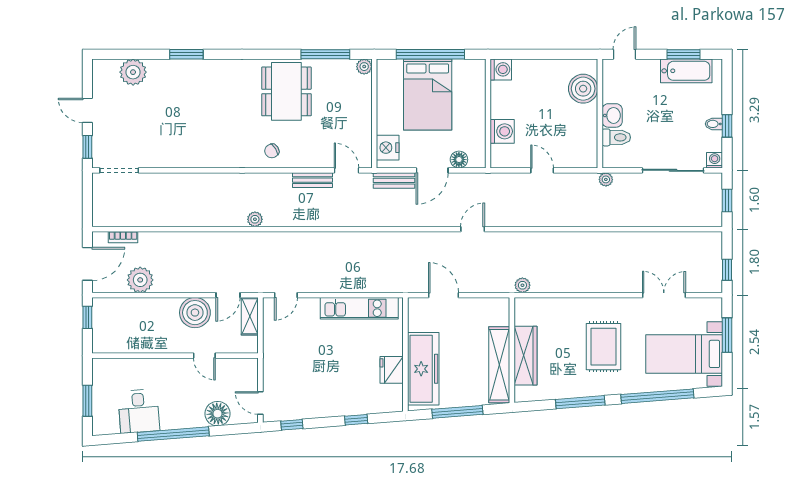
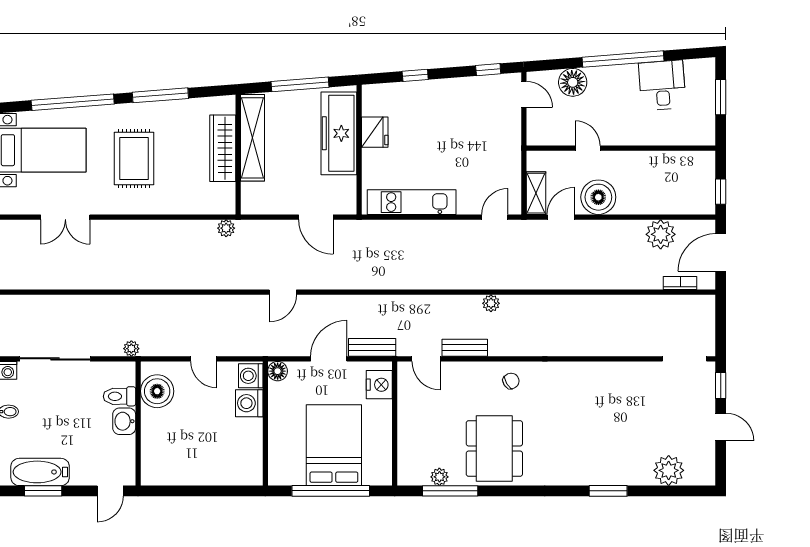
plant: (364, 67) -> (439, 477), moved
washing machine: (501, 69) -> (251, 376), moved
boiler: (583, 89) -> (157, 391), moved
floor lamp: (459, 160) -> (278, 371), moved
plant: (255, 219) -> (491, 303), moved

